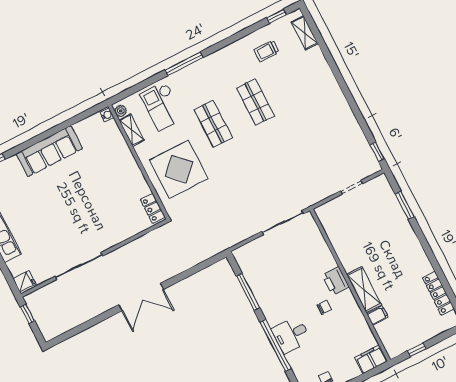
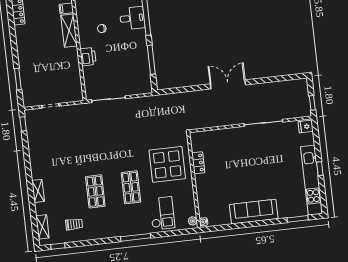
shelving: (132, 130) -> (38, 191), moved
locker: (153, 208) -> (198, 163), moved
printer: (336, 281) -> (88, 57), moved

